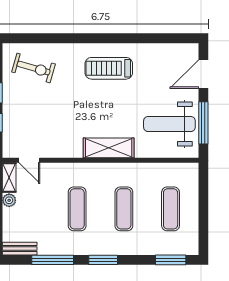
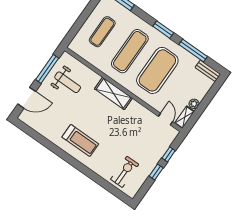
exercise bike: (34, 68) -> (125, 172), turned 74
weight bench: (169, 124) -> (68, 82), width x0.73, depth x0.75
exercise mat: (77, 209) -> (157, 70), width x2.00, depth x1.45
exercise mat: (124, 209) -> (130, 51), width x1.36, depth x1.45

